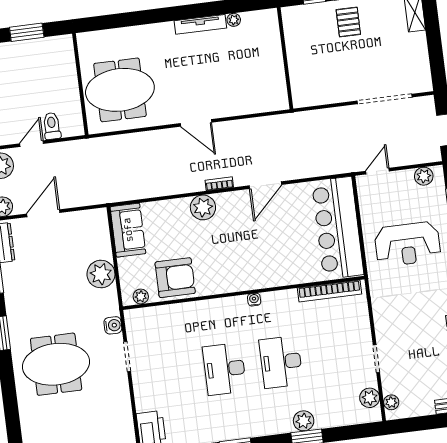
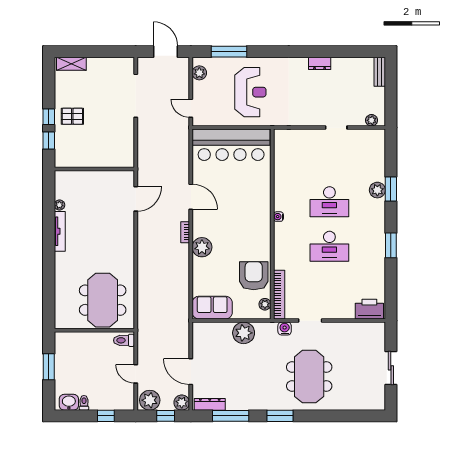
door: (196, 123) -> (136, 199), moved
toilet: (52, 126) -> (124, 340), moved
bookcase: (330, 291) -> (279, 295), moved
plant: (370, 398) -> (366, 137), removed

